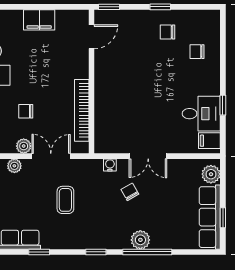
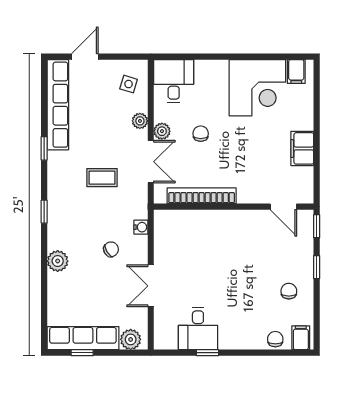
window: (160, 7) -> (317, 267), moved
chair: (197, 52) -> (275, 339), moved
filing cabinet: (209, 141) -> (301, 338), moved
double door: (148, 156) -> (151, 286), moved
window: (147, 252) -> (44, 269), removed

